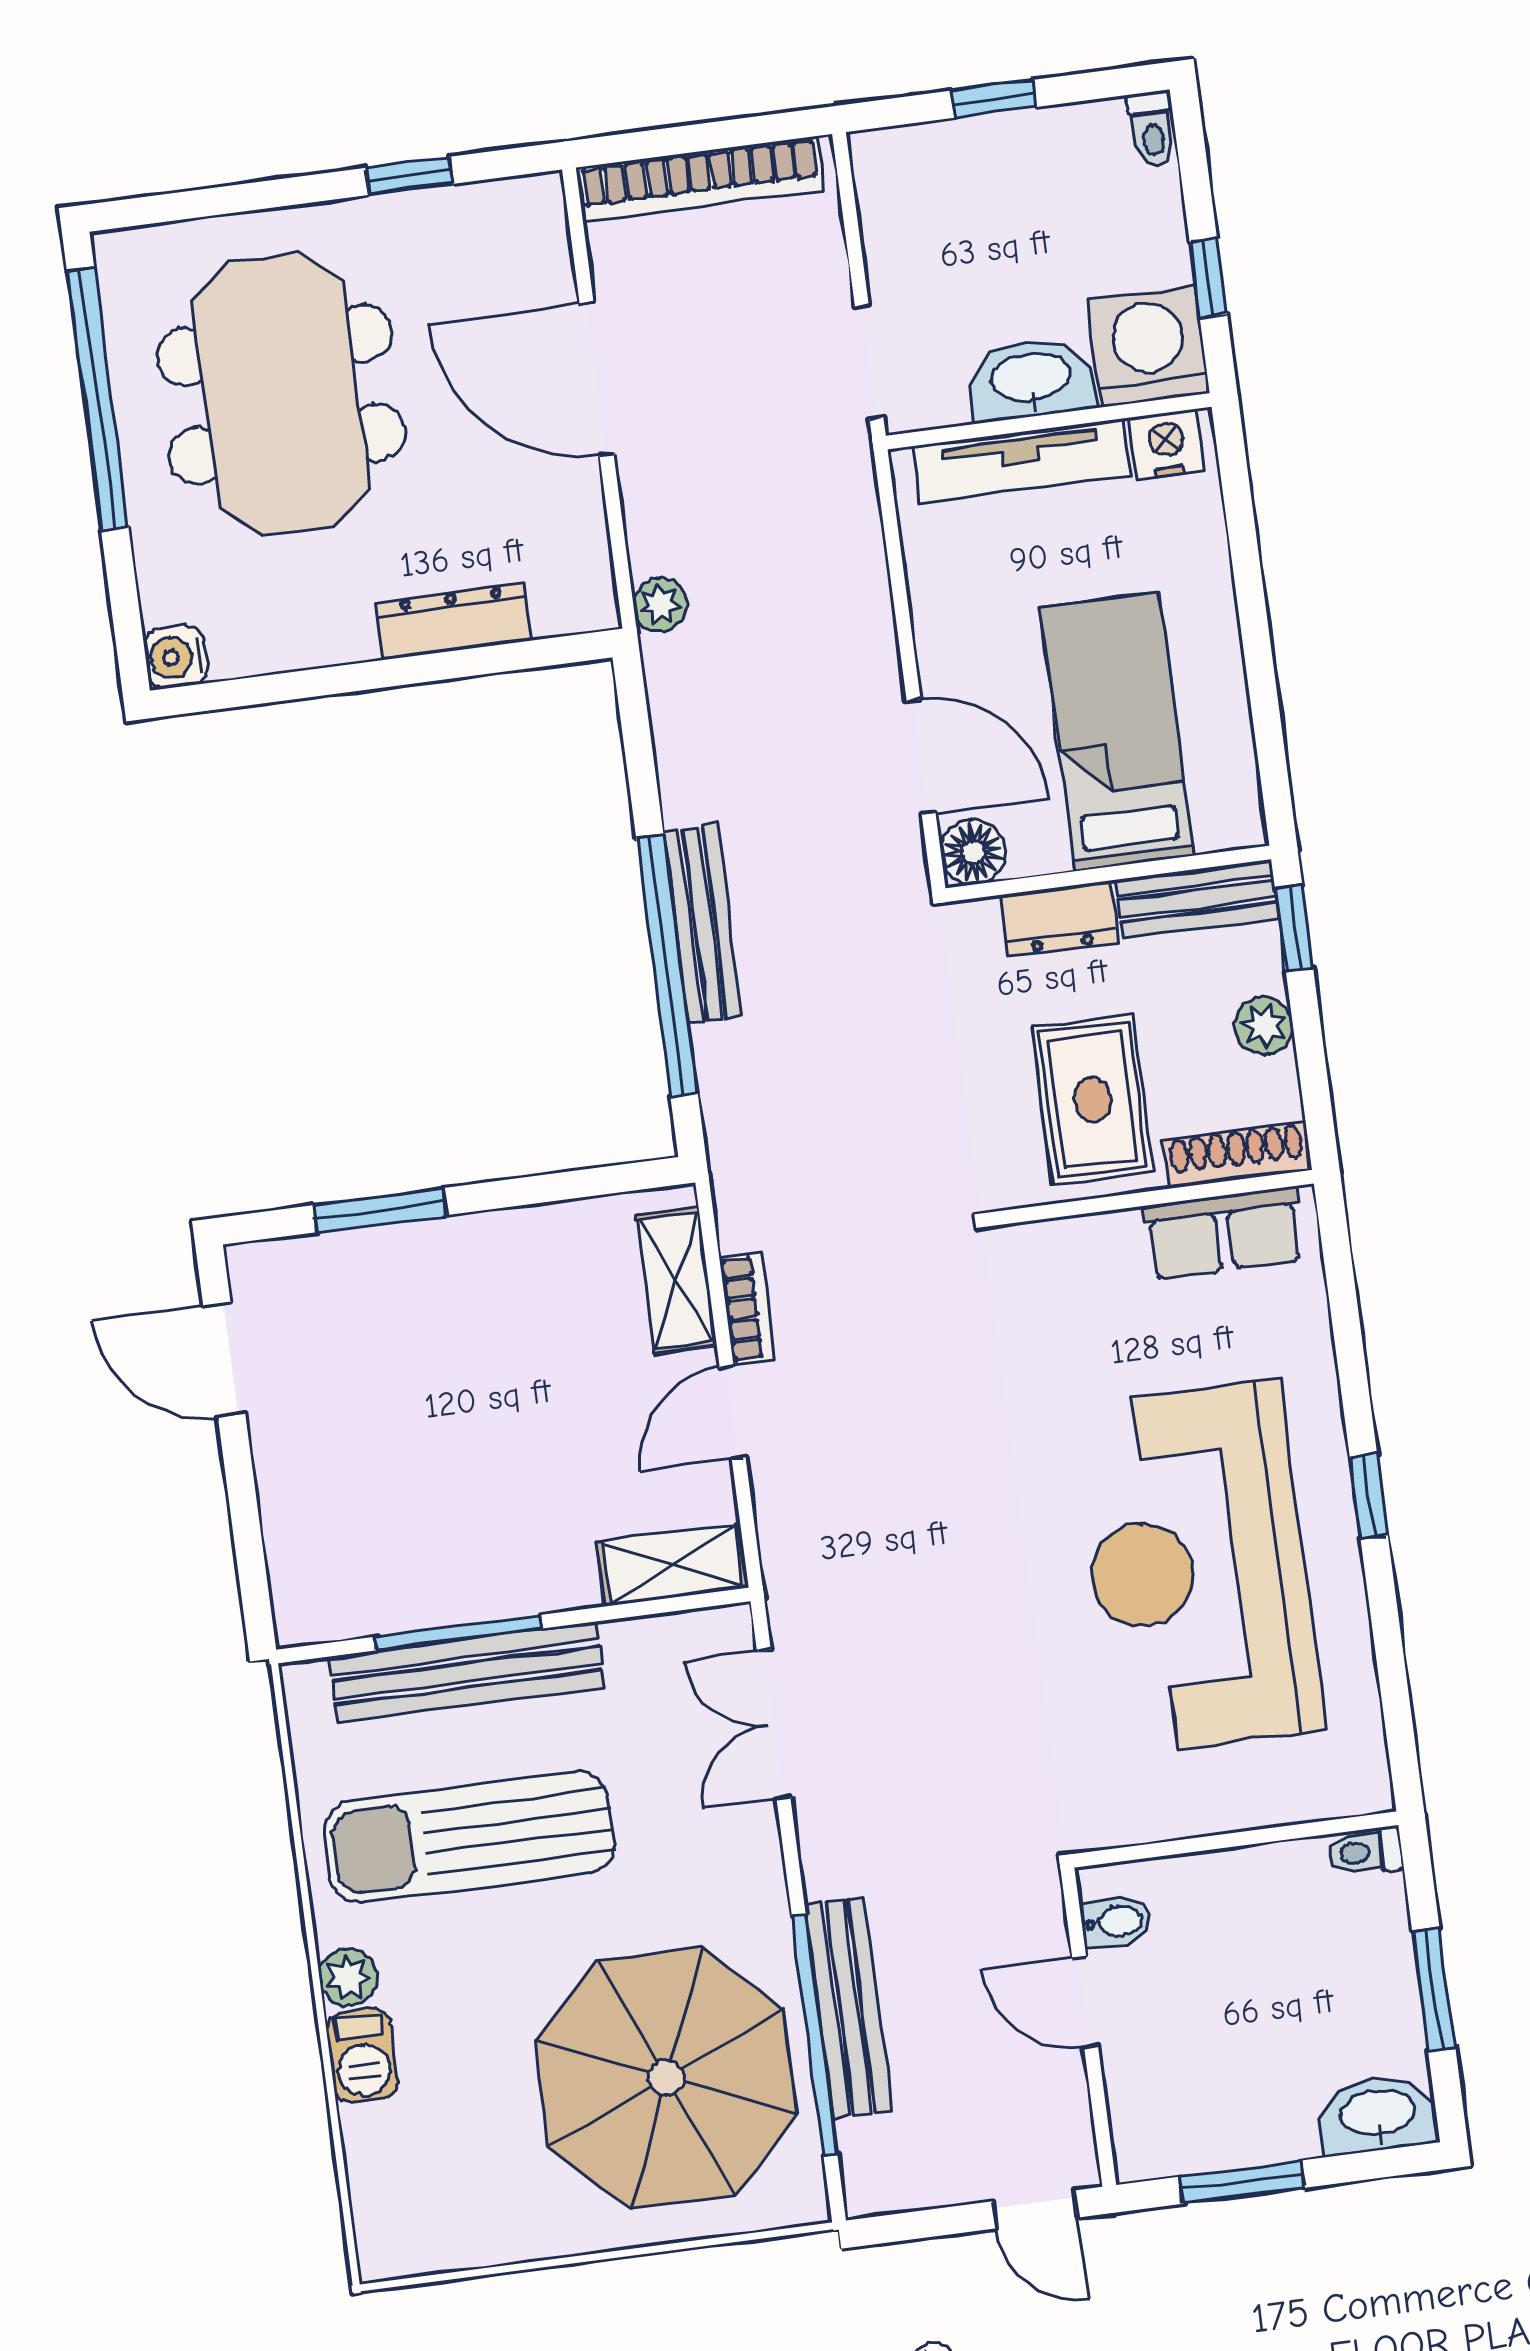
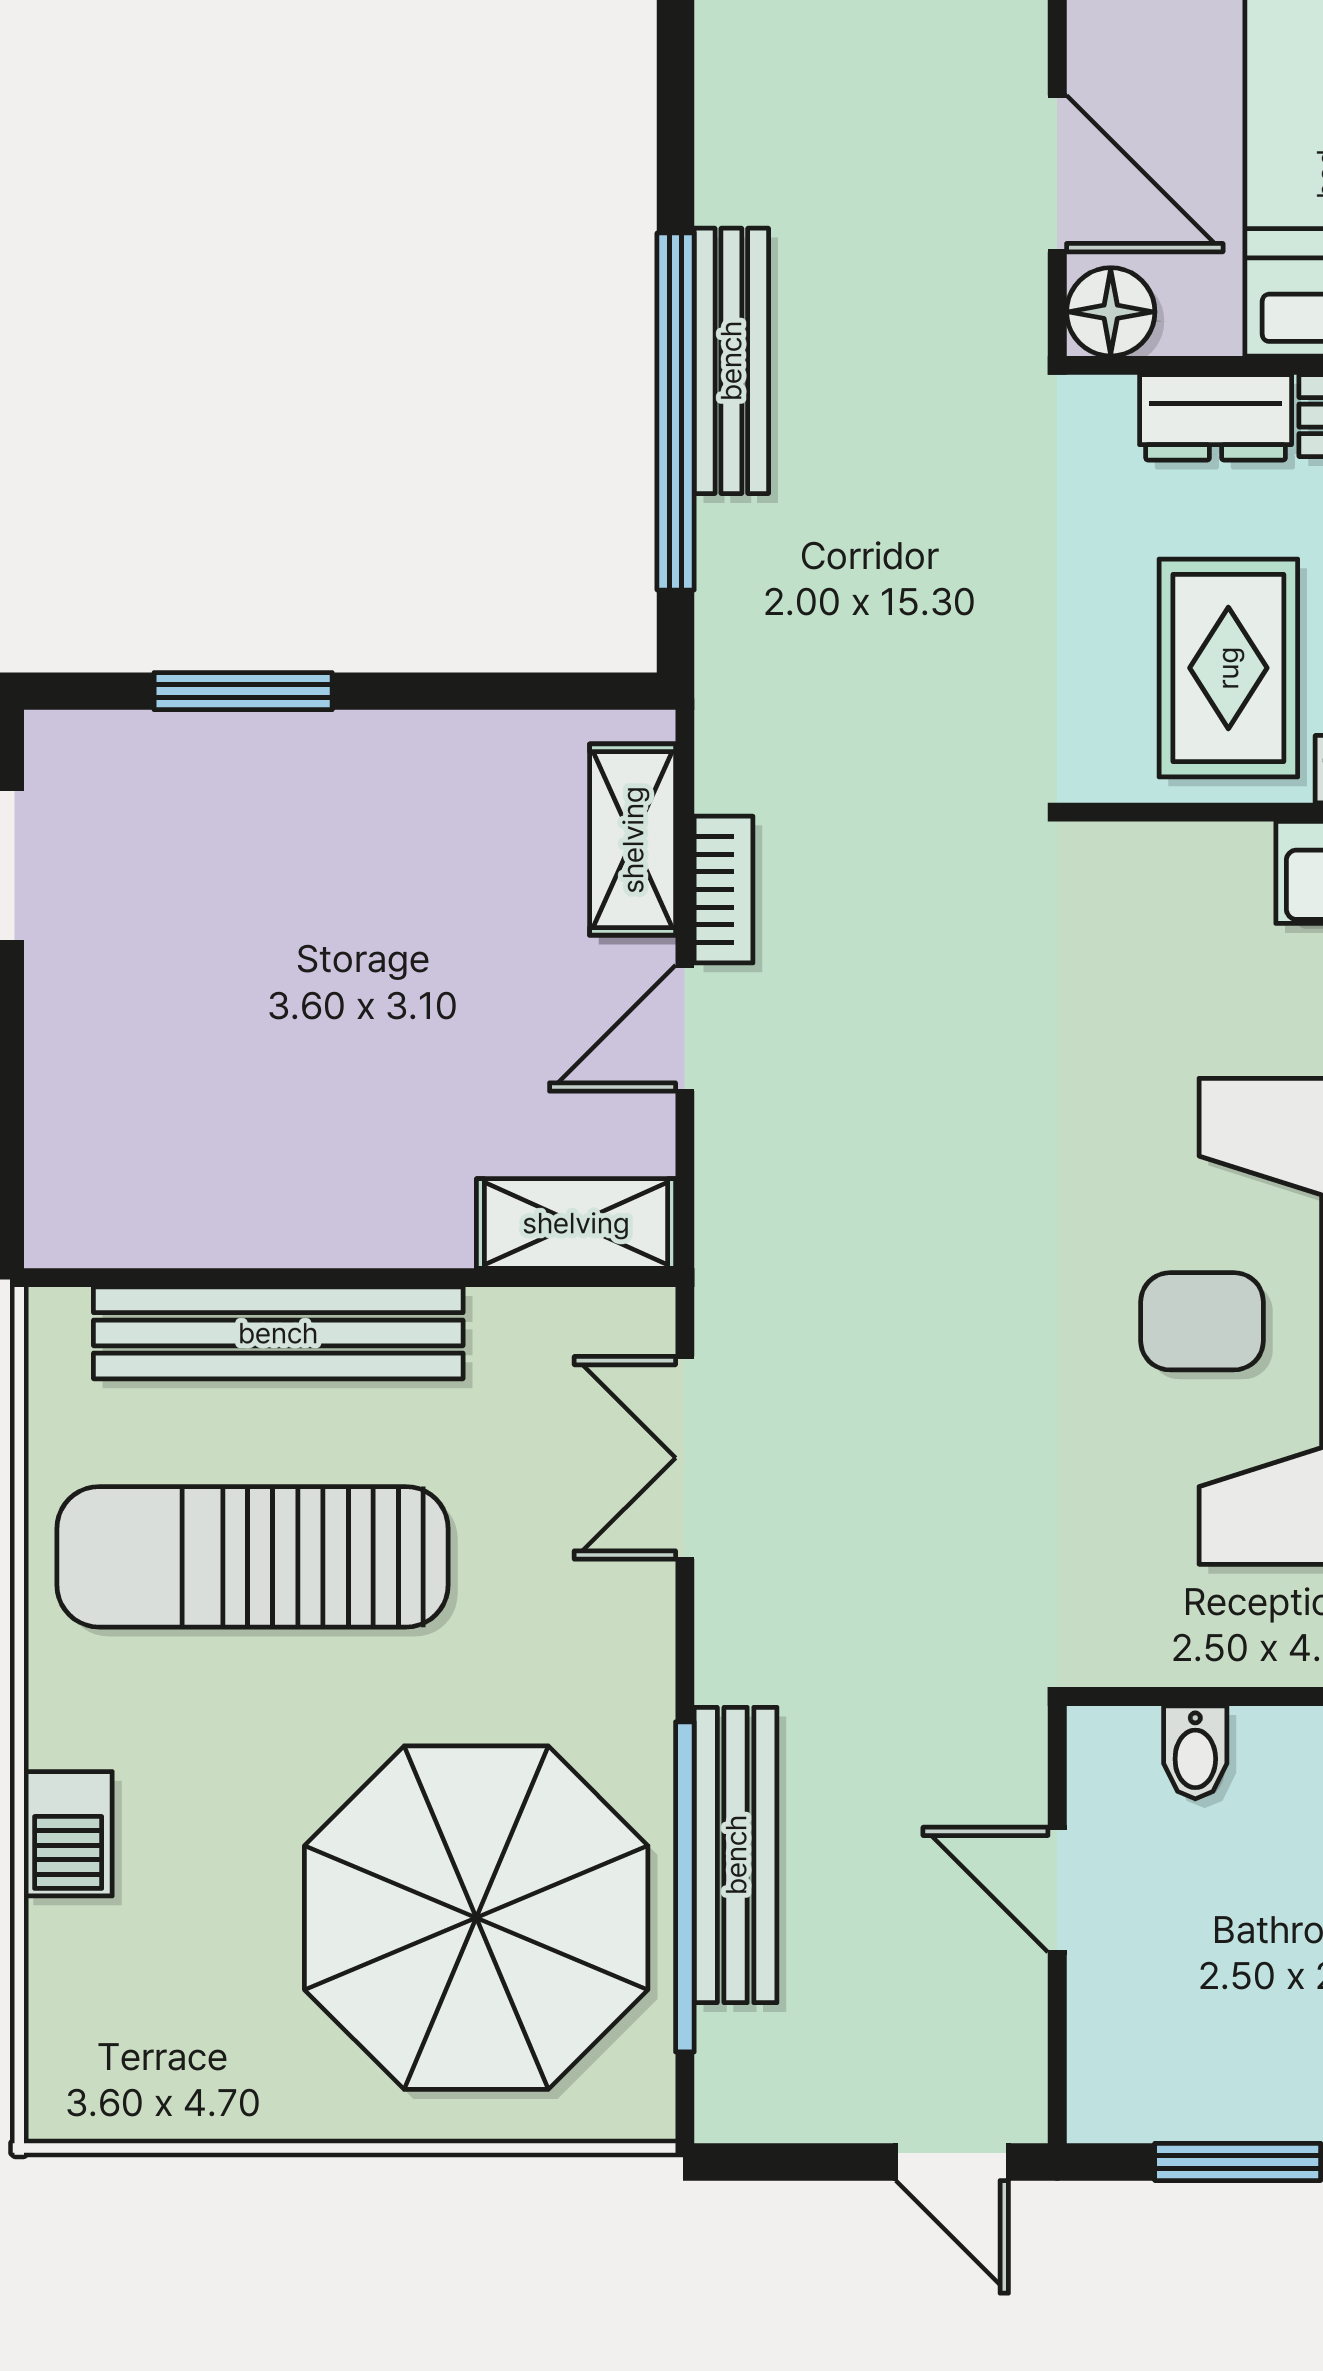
window: (458, 1633) -> (274, 1278), removed
bidet: (1116, 1922) -> (1195, 1752), moved, turned 90
plant: (348, 1977) -> (63, 1725), removed

